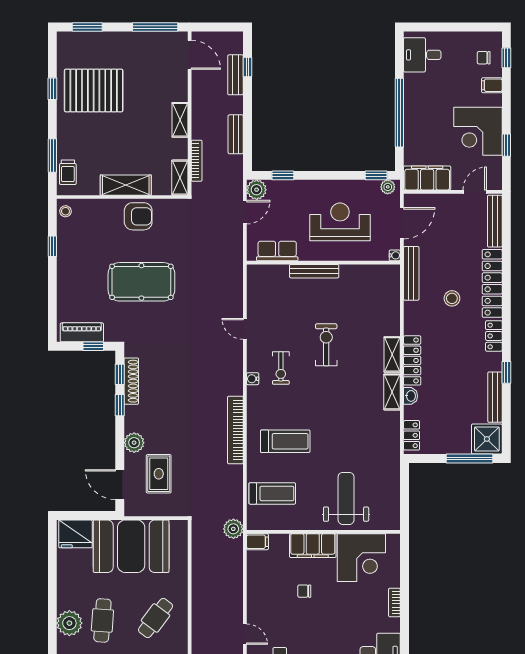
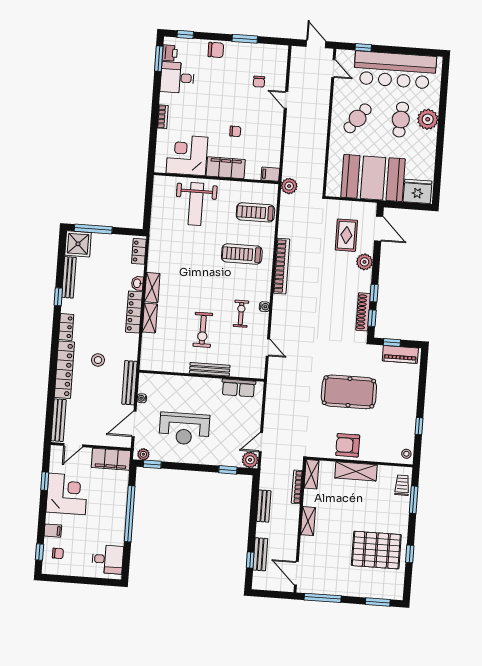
row of seats: (277, 251) -> (239, 388), moved
wall: (323, 263) -> (202, 376), moved
bench: (314, 271) -> (210, 369), moved

